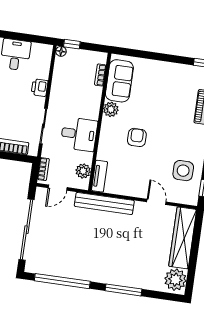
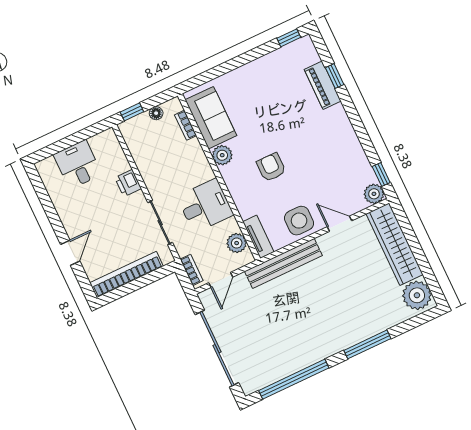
floor lamp: (61, 51) -> (156, 113), moved
side table: (183, 171) -> (299, 221), moved
plant: (191, 197) -> (374, 194), added

